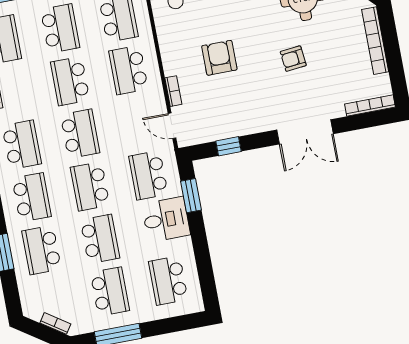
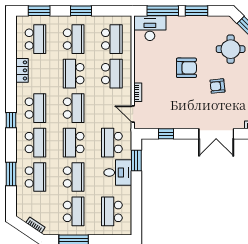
armchair: (219, 58) -> (186, 68), moved, turned 90
school desk: (128, 70) -> (112, 74), turned 180
school desk: (42, 250) -> (35, 177), turned 180

